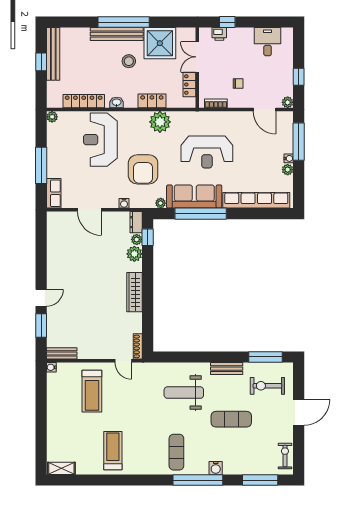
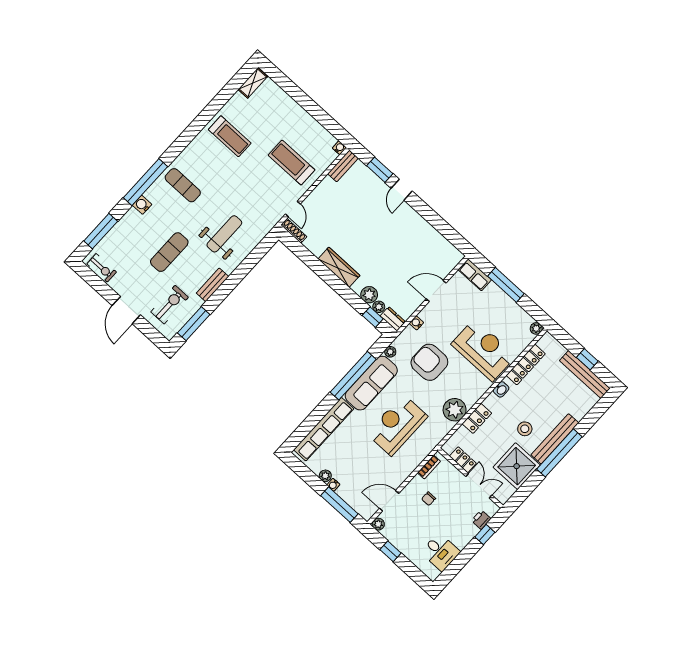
door: (123, 361) -> (293, 209), swing flipped

